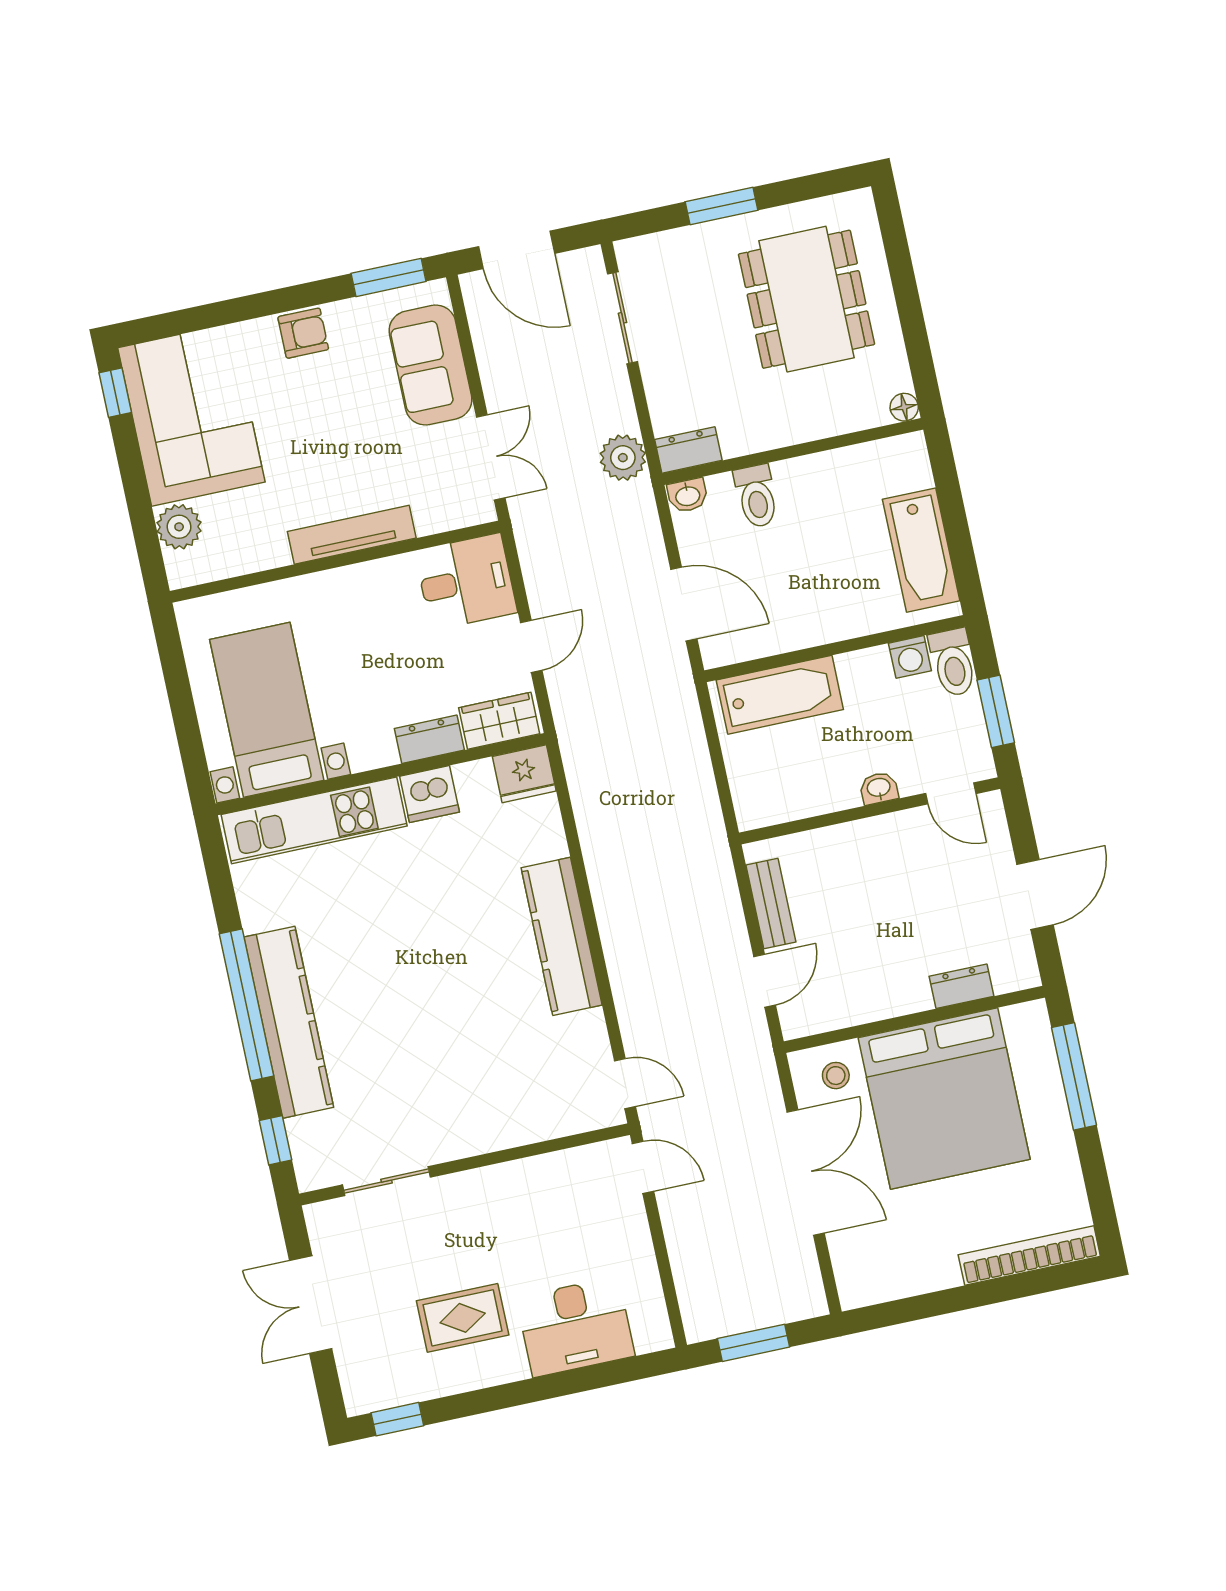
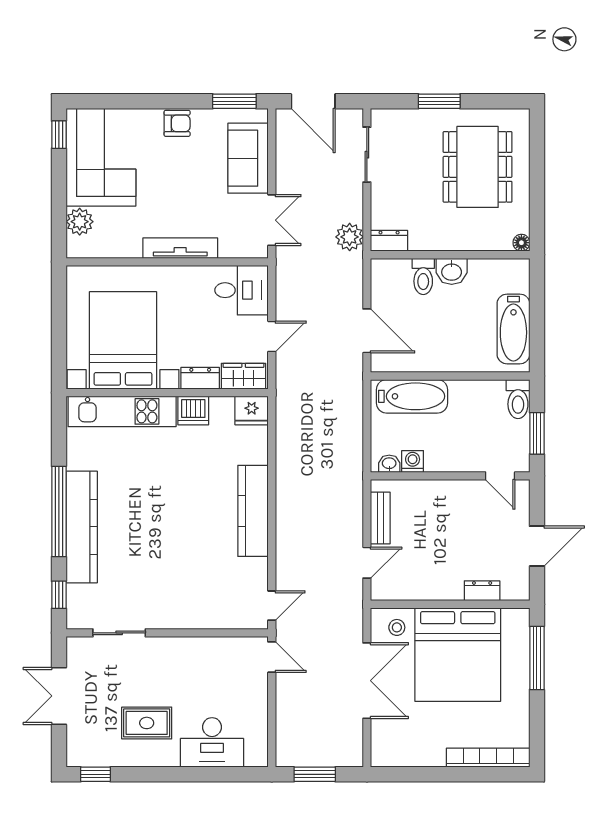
washbasin: (688, 495) -> (452, 271), moved, width x1.38, depth x1.45
washing machine: (910, 657) -> (413, 461), moved, turned 180
bed with nightstands: (267, 710) -> (123, 340), width x1.36
washbasin: (879, 788) -> (389, 464), moved
door: (625, 1084) -> (272, 606), hinge flipped

